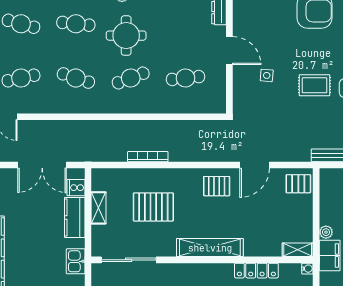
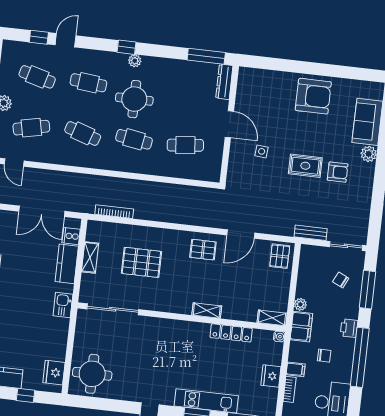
cafe table: (131, 78) -> (134, 139), turned 30
bookcase: (148, 157) -> (114, 212), moved
pallet: (298, 184) -> (280, 256), turned 90
shelving: (210, 248) -> (207, 310), width x0.45, depth x0.75

